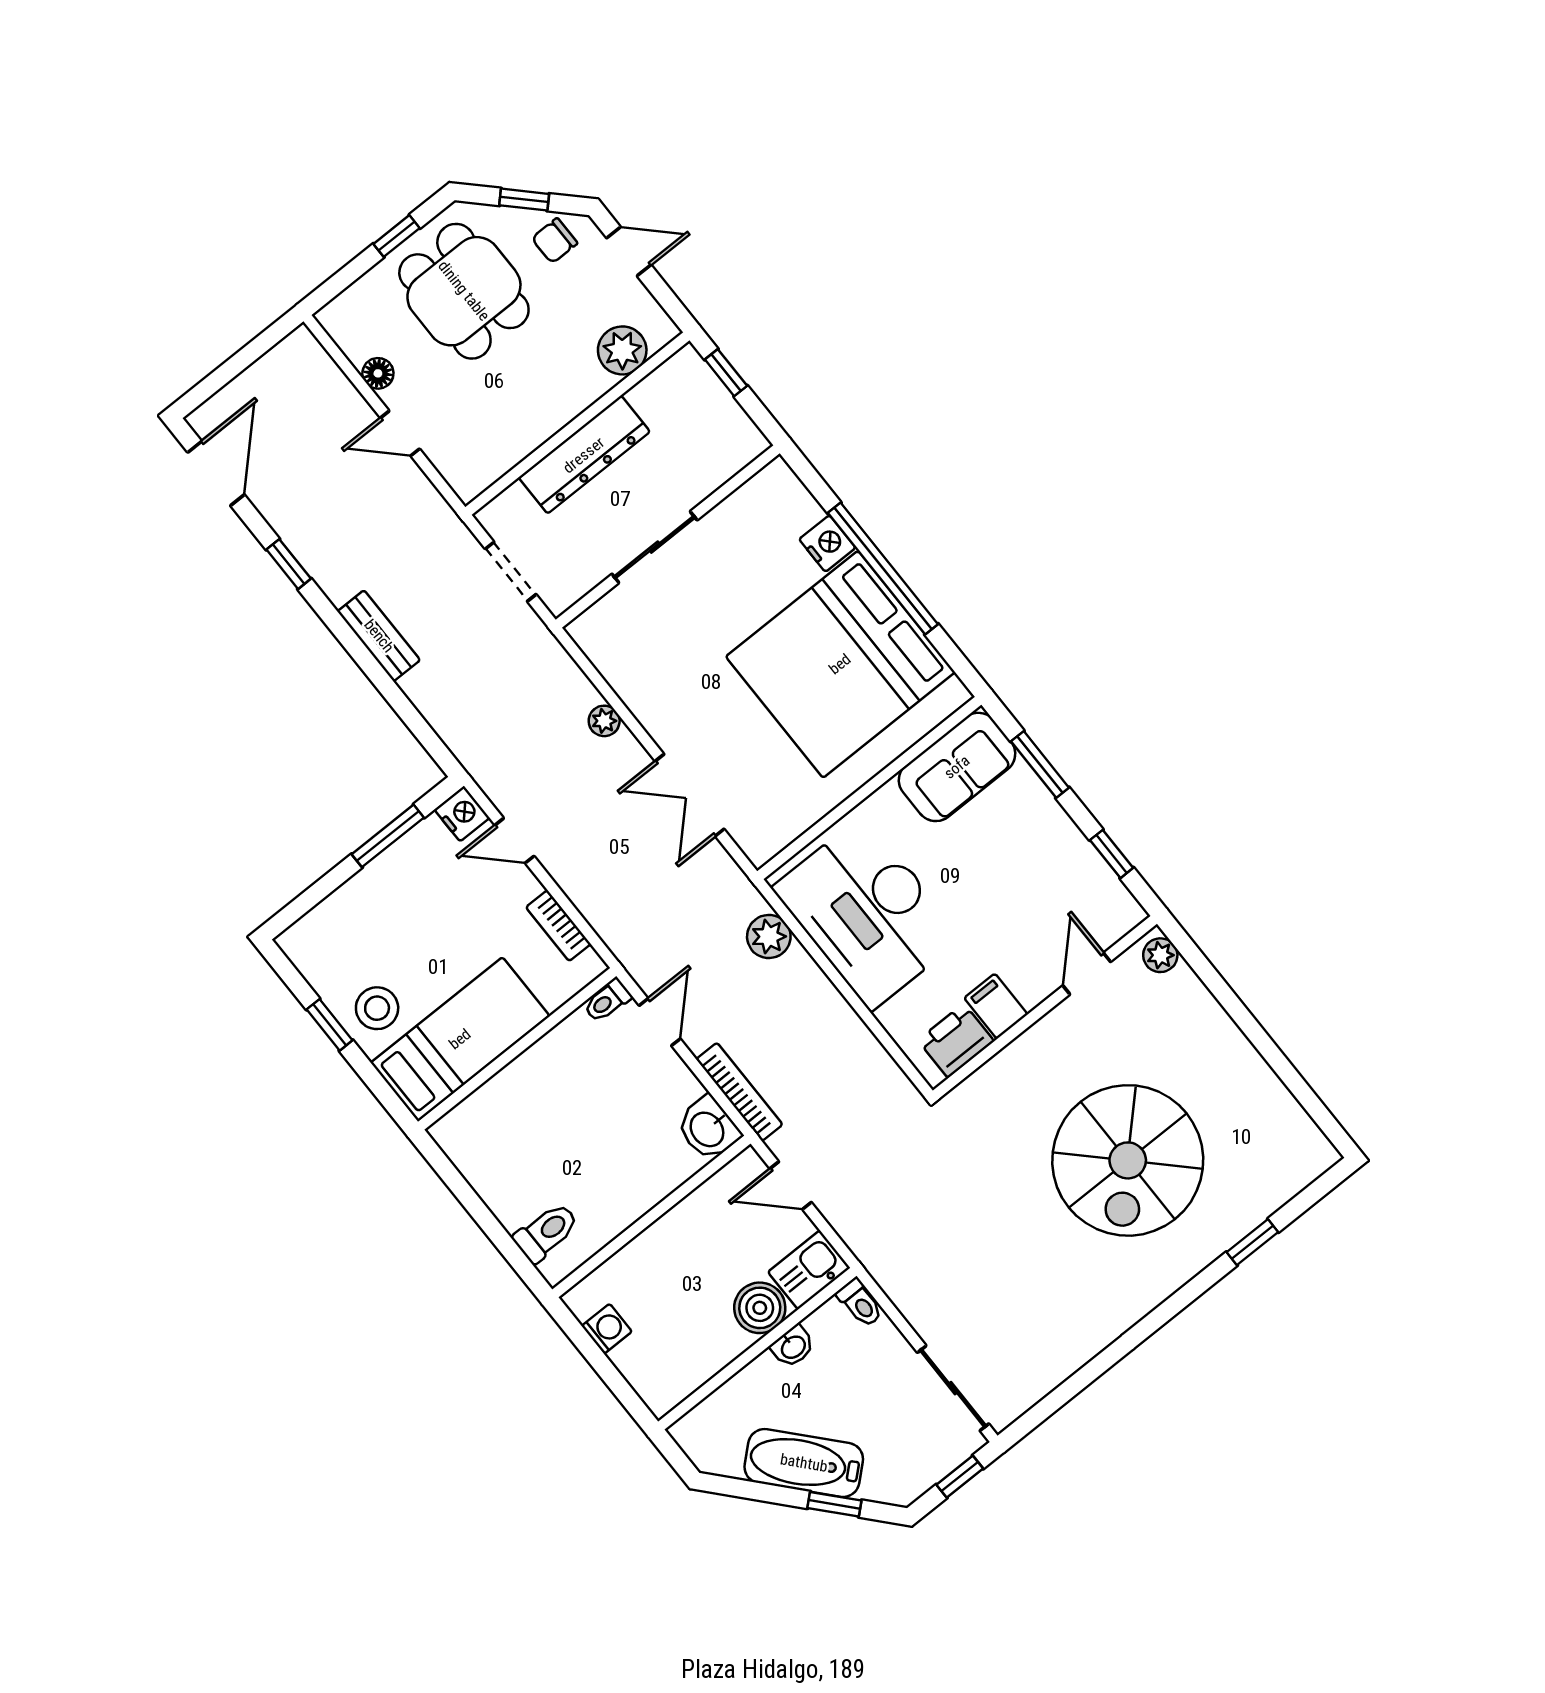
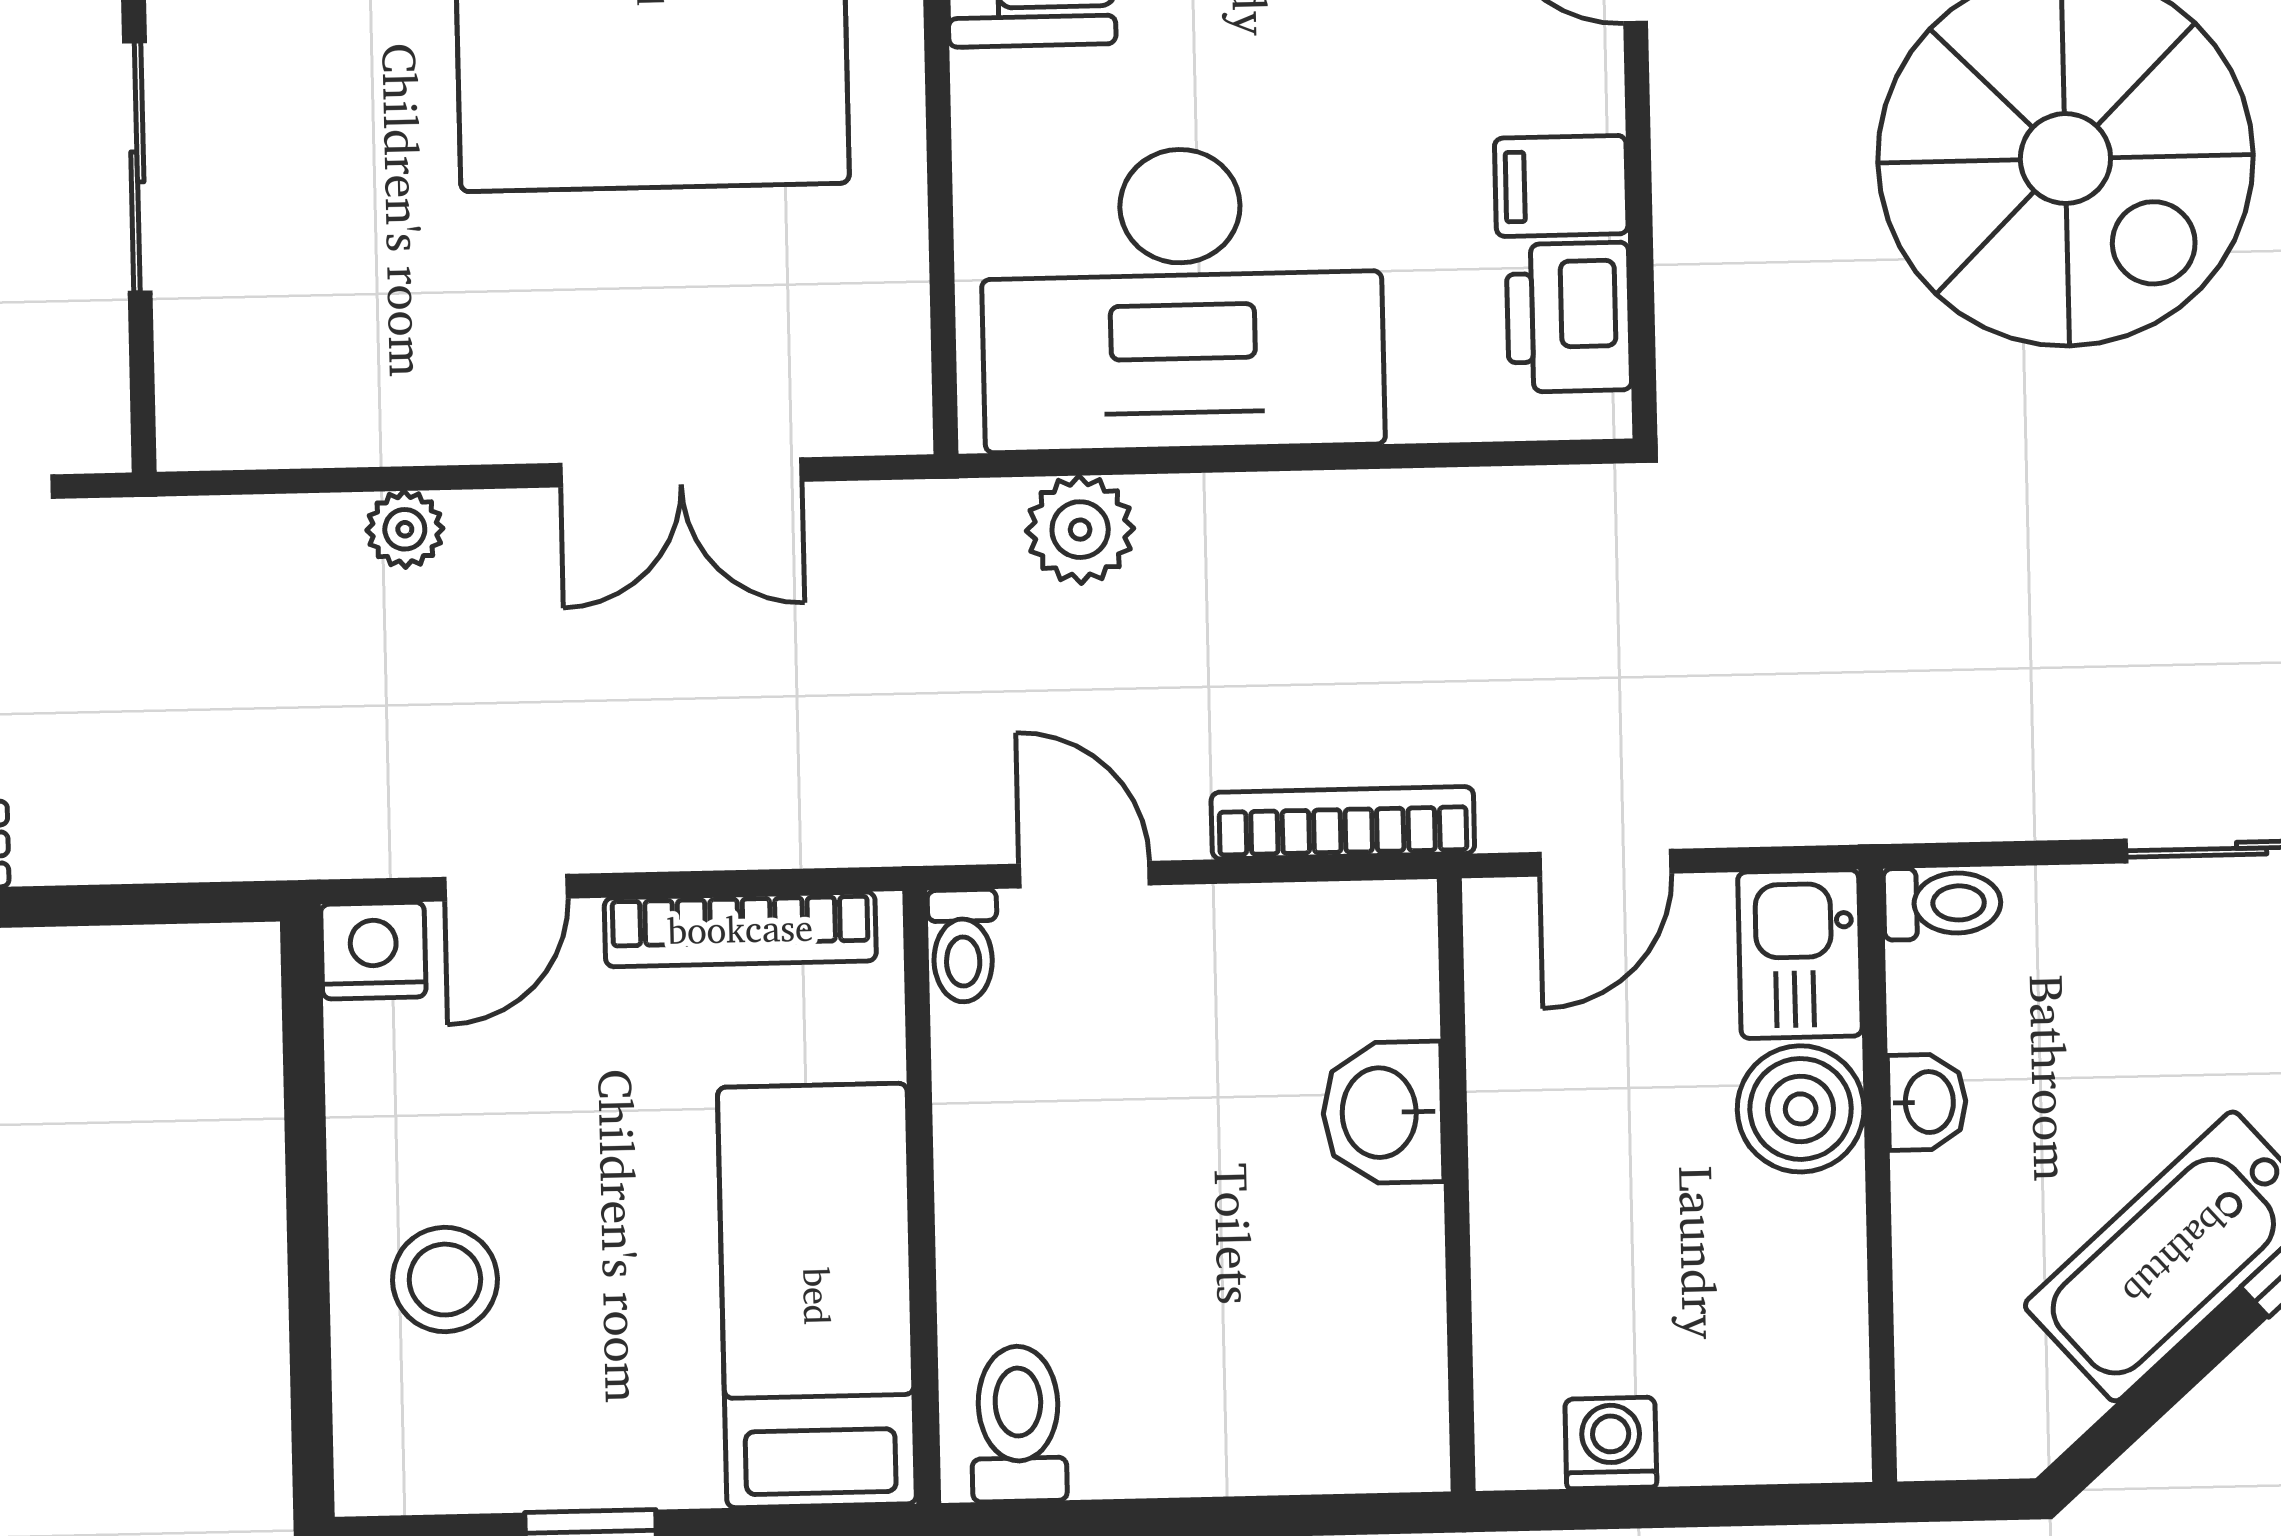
window: (388, 836) -> (305, 1131), removed
bookcase: (558, 926) -> (740, 929), width x1.56
stool: (377, 1008) -> (445, 1280), moved
washbasin: (708, 1129) -> (1383, 1113), moved, turned 90
toilet: (546, 1232) -> (1018, 1424), moved

